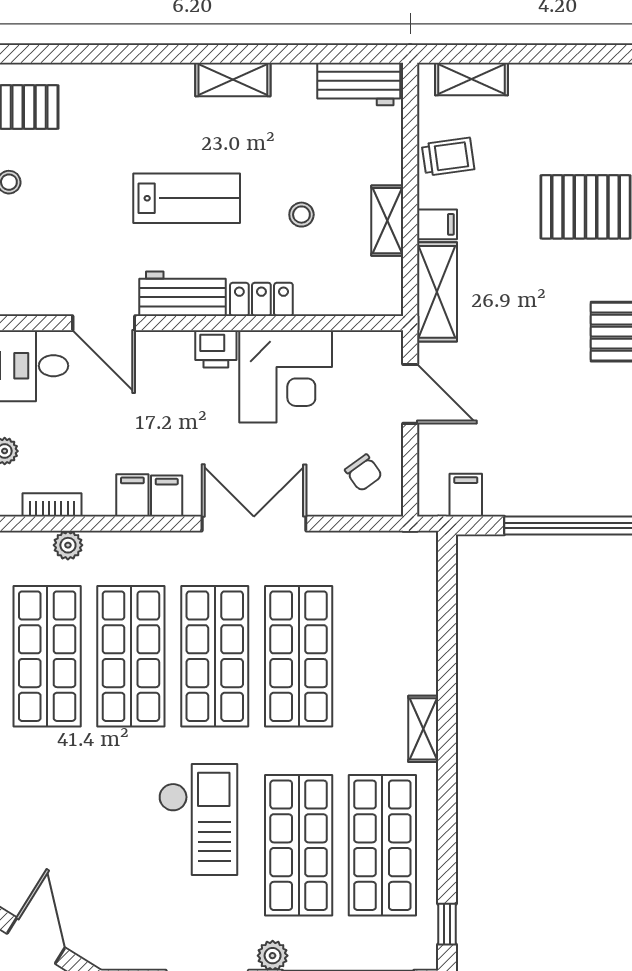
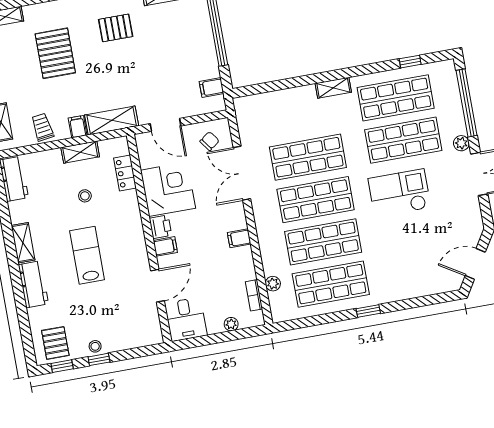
workbench: (182, 294) -> (33, 284), moved, turned 180
locker: (261, 299) -> (125, 173), moved
door: (410, 394) -> (166, 125), swing flipped
filing cabinet: (132, 495) -> (165, 246), moved, turned 180
double door: (254, 524) -> (242, 173), moved
window: (447, 924) -> (410, 62), moved

